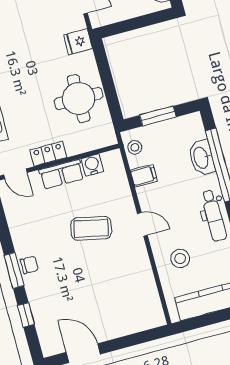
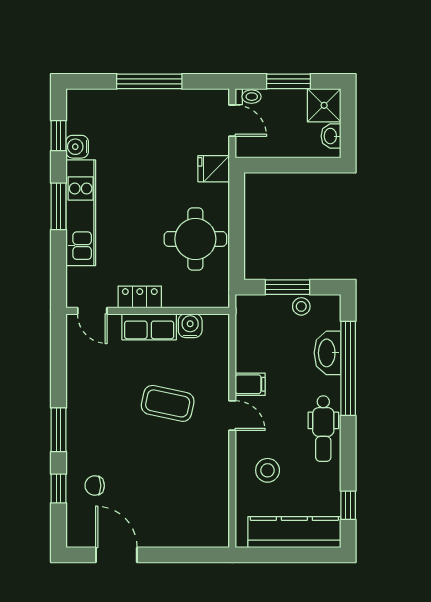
stool: (135, 147) -> (301, 306), moved
filing cabinet: (144, 176) -> (250, 384), moved
chair: (29, 265) -> (95, 486), moved, turned 180

